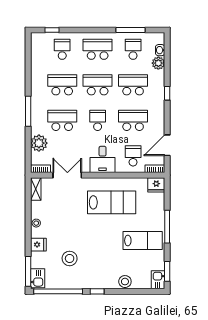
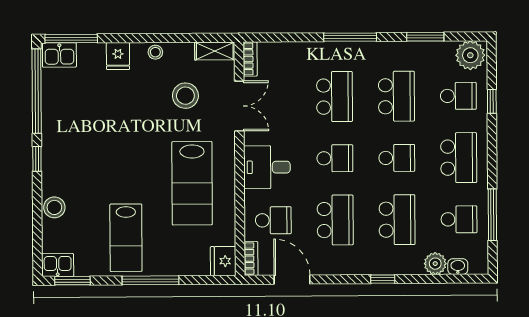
window: (52, 30) -> (492, 101), moved
window: (28, 68) -> (425, 37), added
school desk: (98, 85) -> (397, 158), width x0.54
plant: (39, 143) -> (470, 55), moved
stool: (70, 258) -> (185, 96), moved

